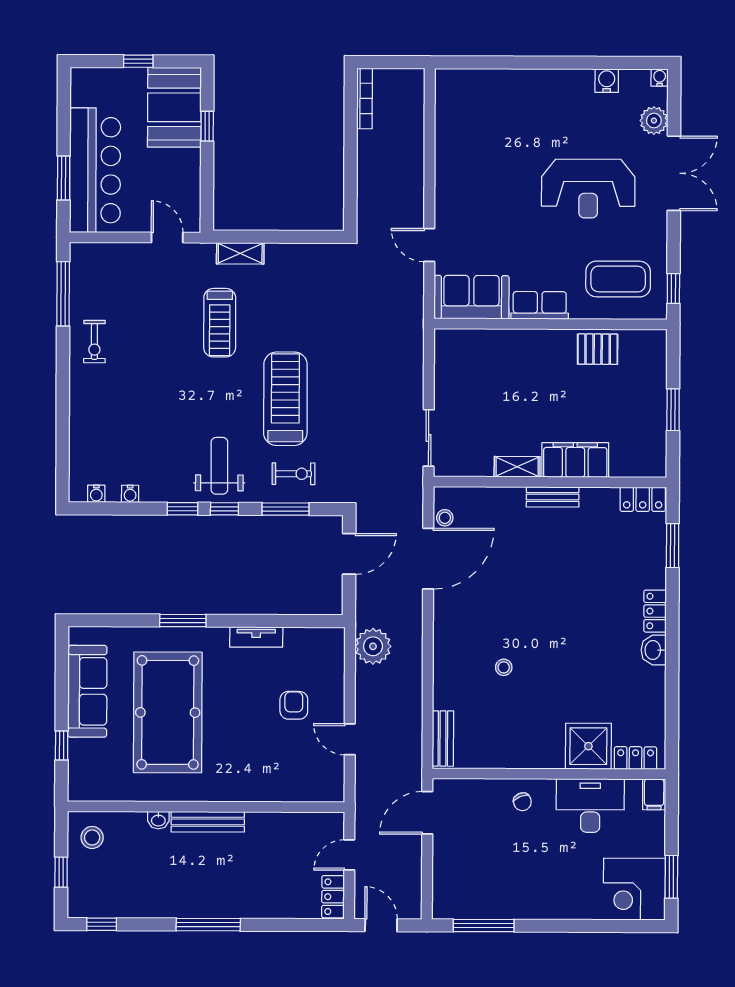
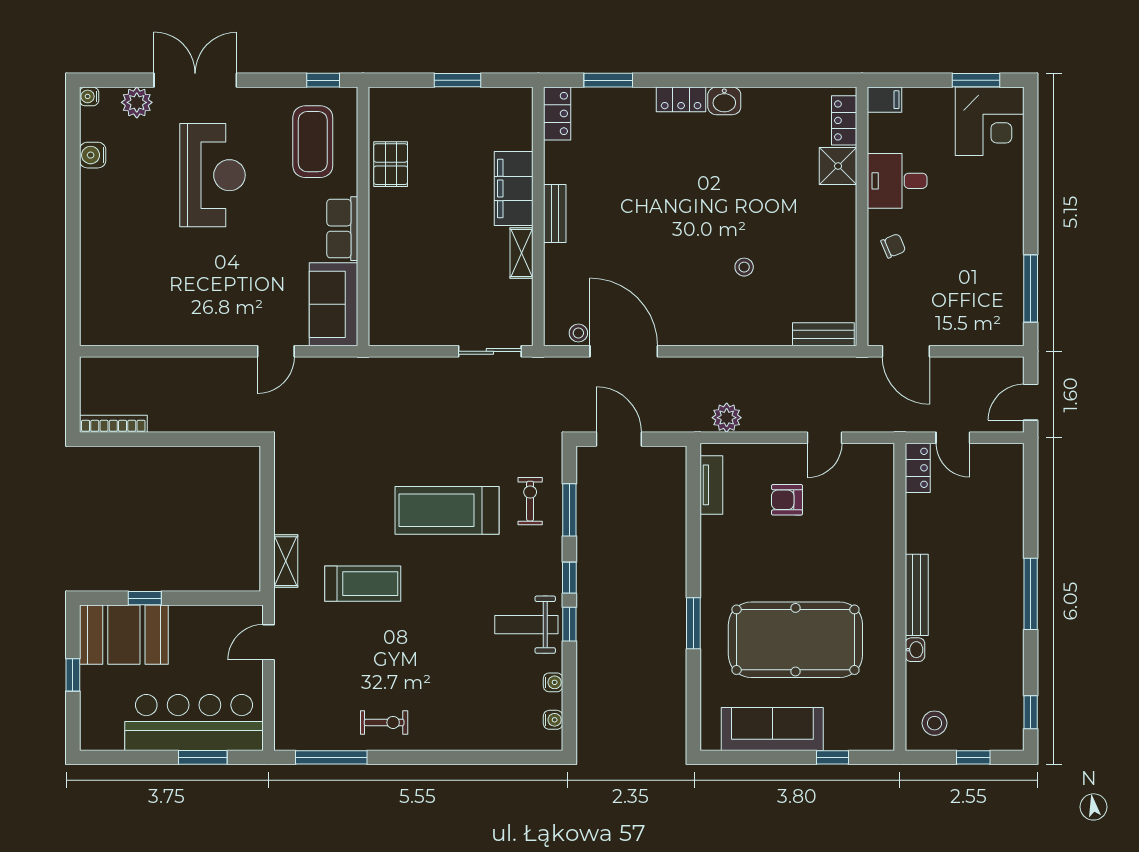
weight bench: (219, 466) -> (526, 625), moved
tv unit: (256, 637) -> (711, 485), moved
plant: (373, 646) -> (727, 418), width x0.73, depth x0.73
shower: (588, 746) -> (838, 166), width x0.73, depth x0.73
desk: (590, 806) -> (897, 181), width x0.73
locker: (333, 897) -> (918, 468), moved, turned -90

